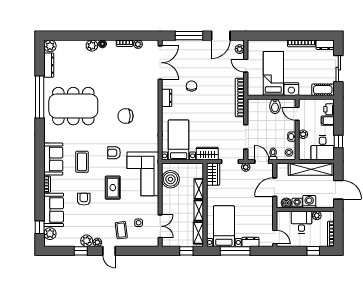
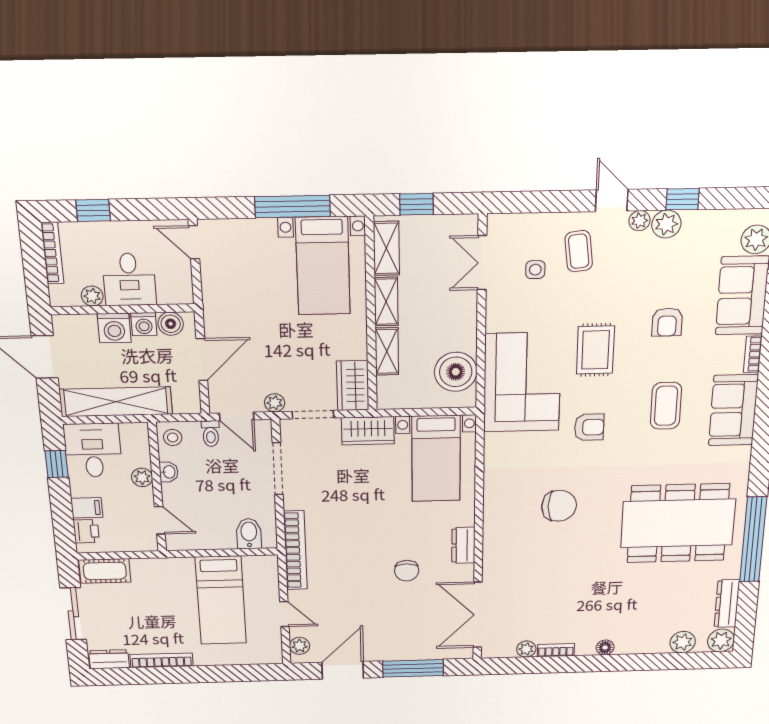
plant: (92, 46) -> (683, 642), moved
nightstand: (291, 89) -> (177, 570), removed
bidet: (275, 106) -> (249, 534), moved
dresser: (250, 242) -> (255, 229), removed

